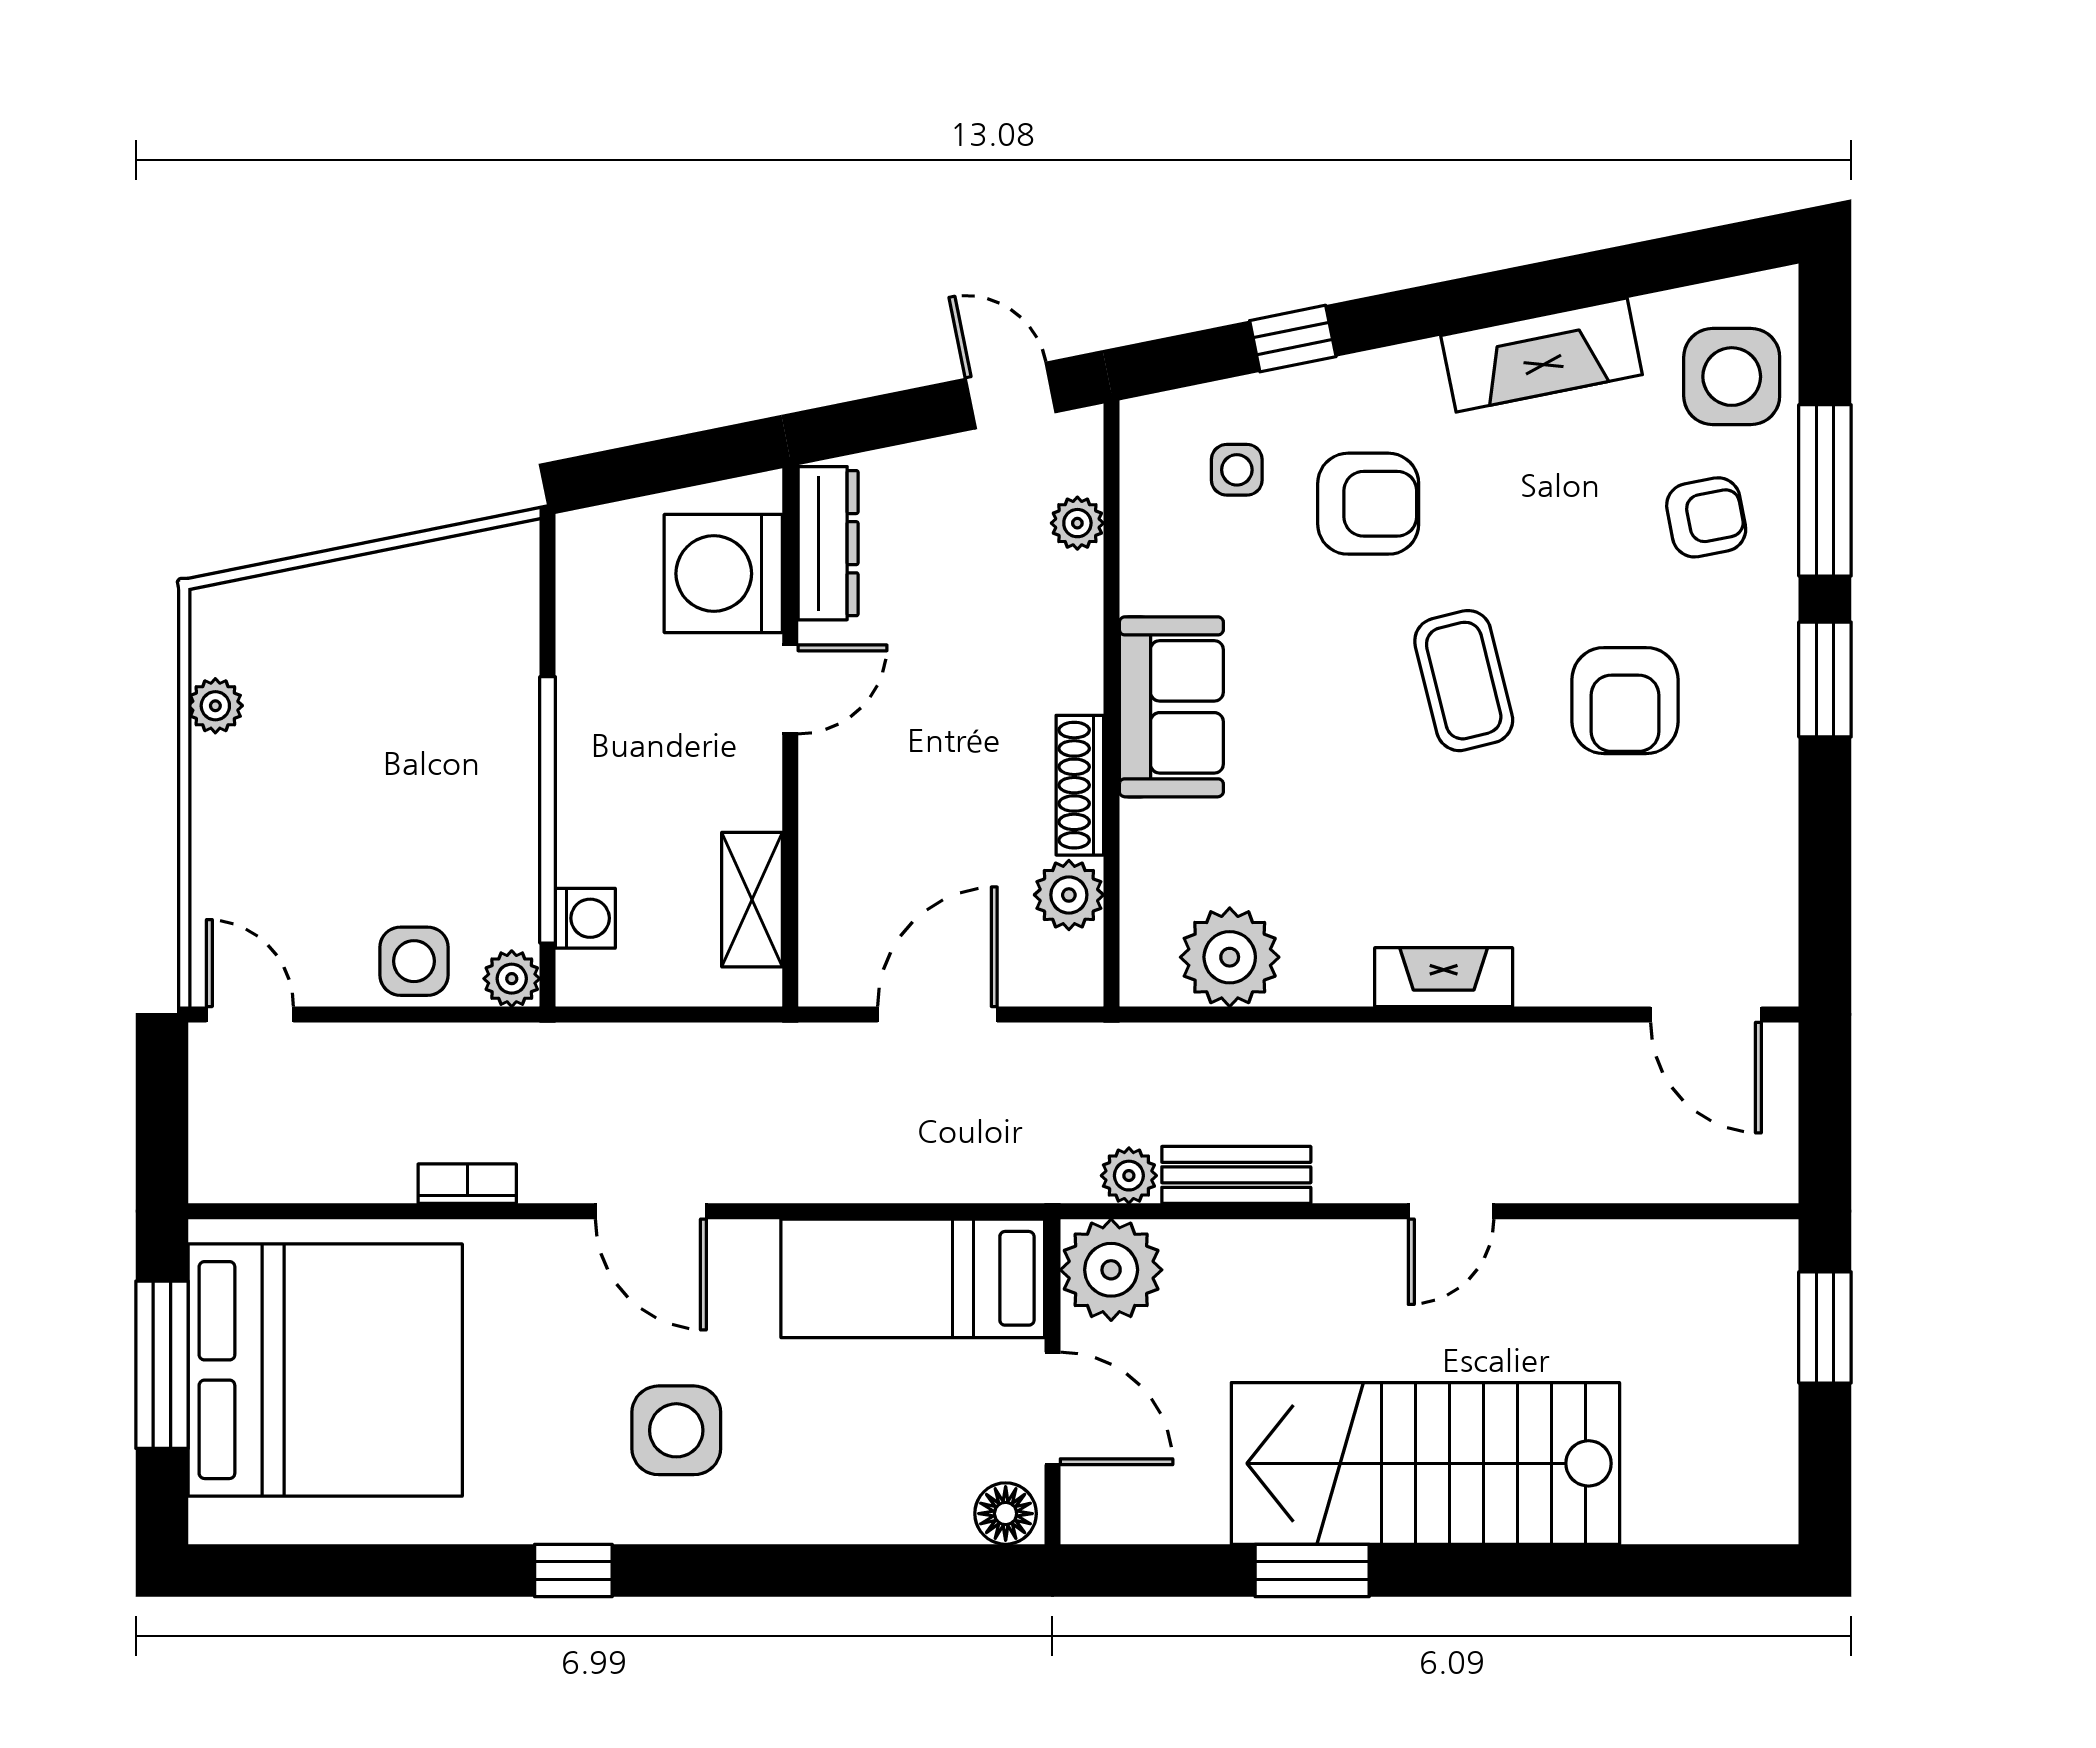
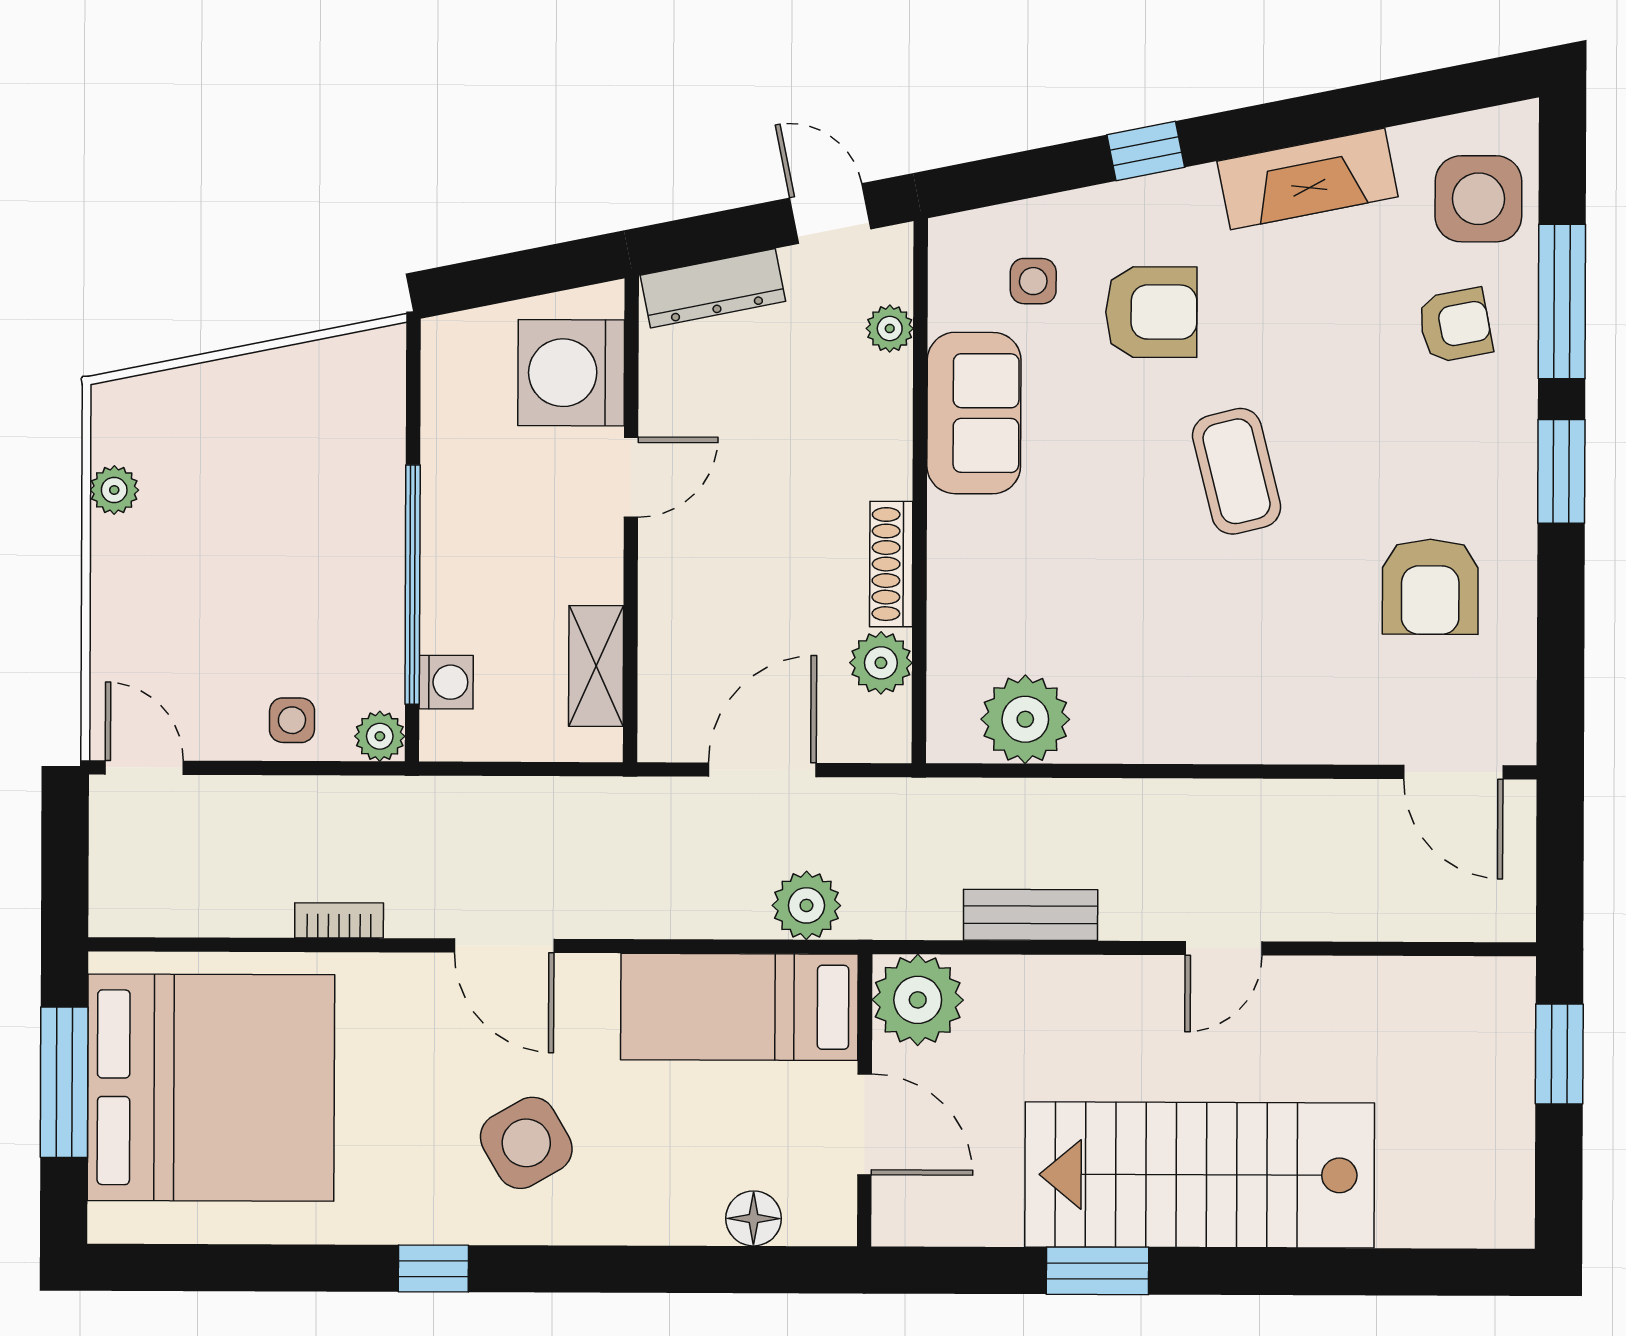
window: (1293, 339) -> (1146, 151), moved
dresser: (828, 543) -> (713, 288), moved, turned 79
armchair: (1625, 701) -> (1430, 587), moved
sofa: (1171, 707) -> (974, 413), moved
side table: (414, 961) -> (292, 720), width x0.73, depth x0.73
fireplace: (1444, 977) -> (1218, 738), removed
plant: (1129, 1176) -> (806, 905), moved, width x1.38, depth x1.38
side table: (676, 1430) -> (526, 1143), turned -30
floor lamp: (1006, 1514) -> (754, 1218), moved

